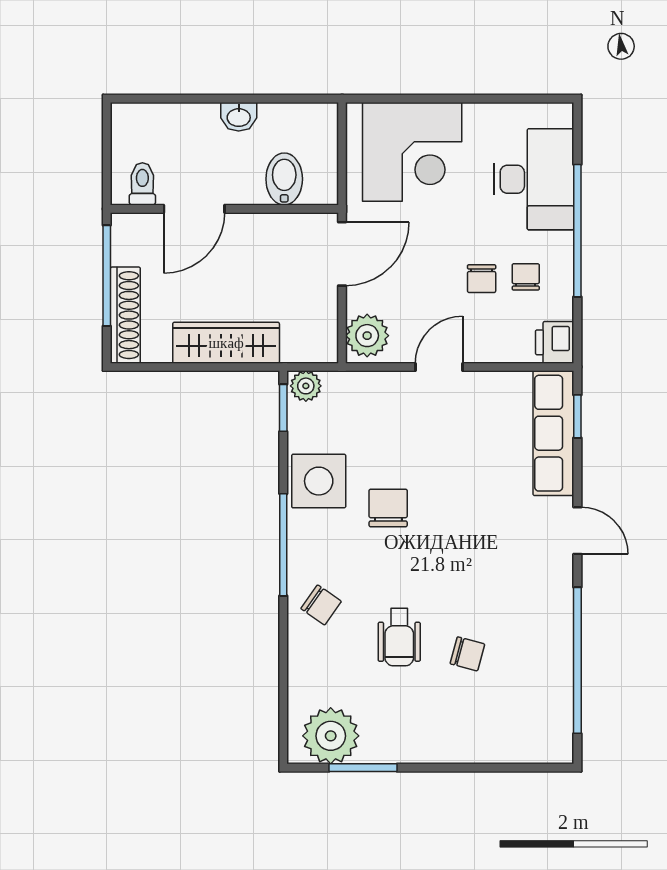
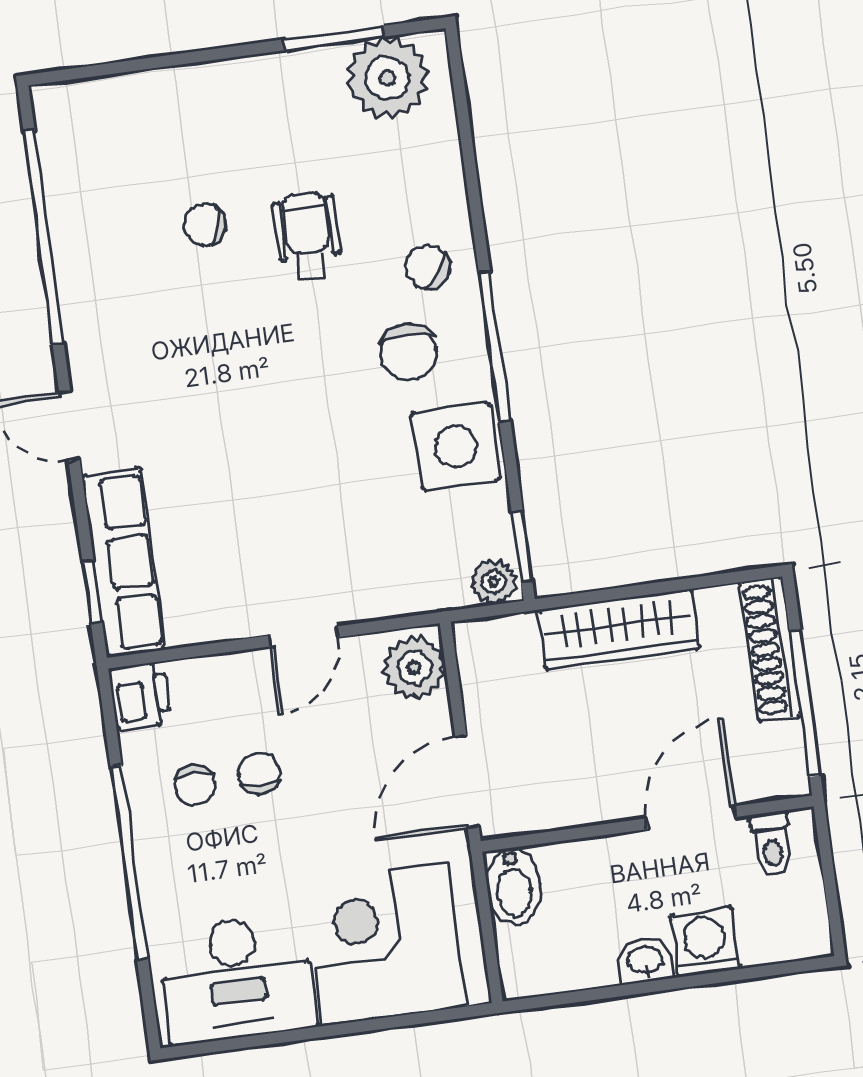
washing machine: (197, 124) -> (705, 942), added
bidet: (284, 179) -> (514, 886), moved
desk: (534, 179) -> (237, 979), moved, turned -90
chair: (388, 508) -> (408, 352), moved

